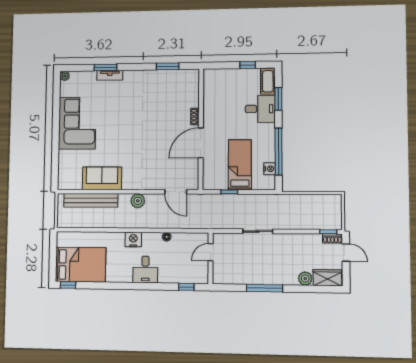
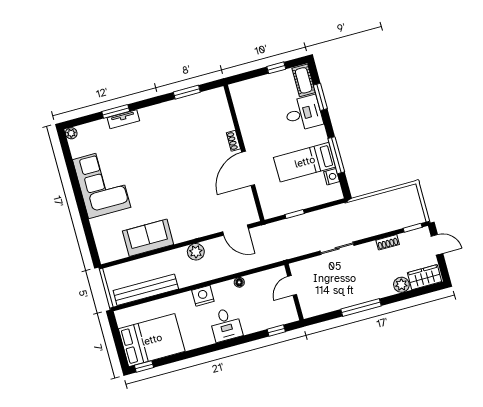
window: (278, 152) -> (336, 155), width x0.68
bed: (240, 165) -> (305, 162), moved, turned -90
bench: (91, 200) -> (146, 290), moved
shoe rack: (332, 239) -> (388, 242), moved

